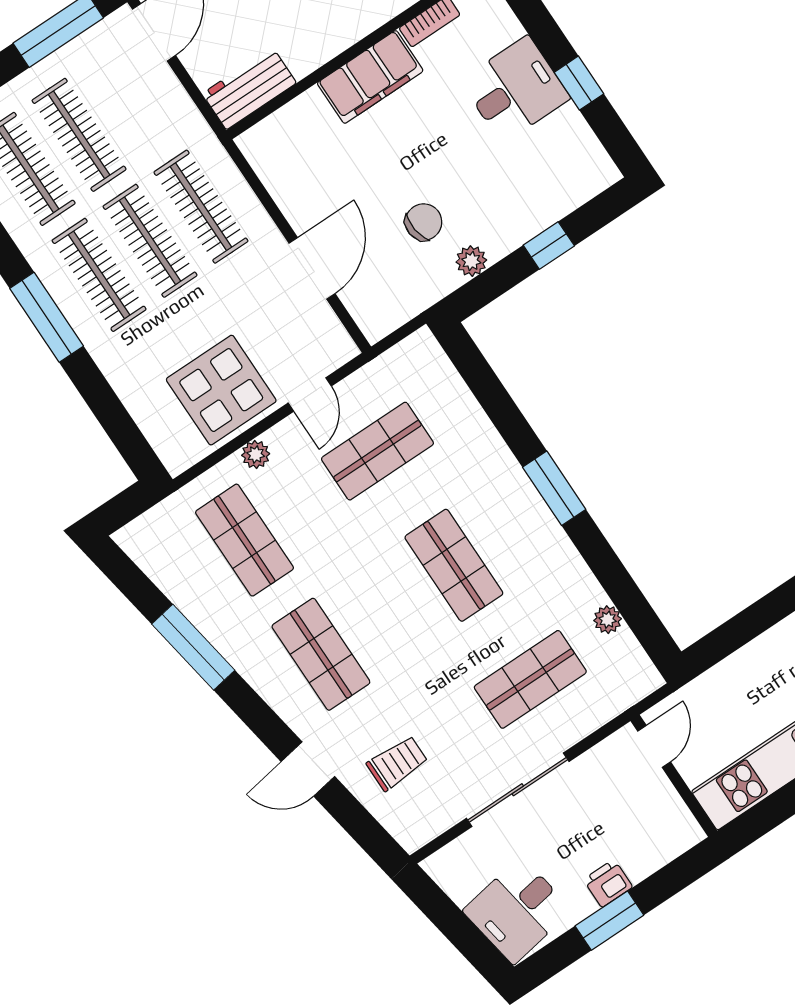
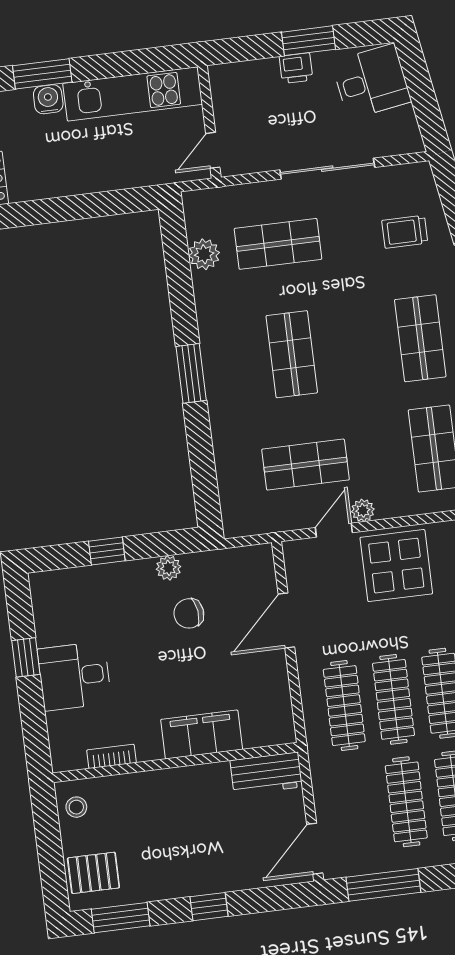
filing cabinet: (370, 77) -> (202, 734), moved
plant: (256, 454) -> (363, 510), moved
plant: (608, 620) -> (204, 254), width x1.38, depth x1.38

